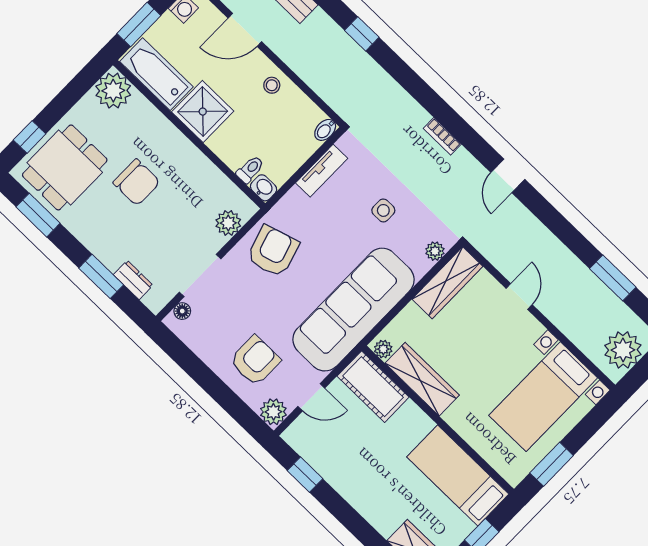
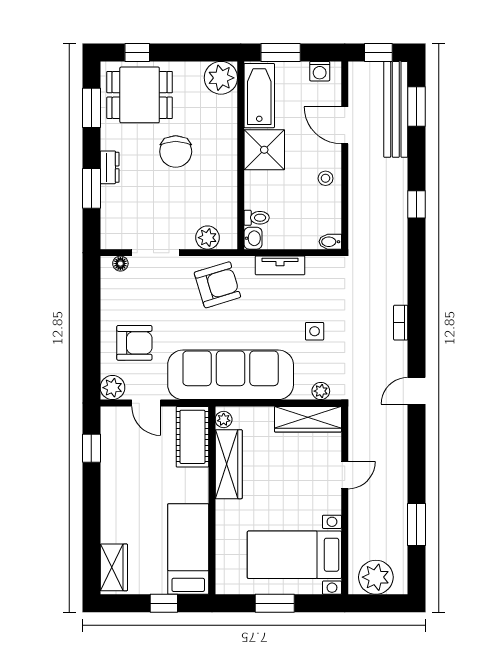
tv unit: (322, 171) -> (280, 265), moved
dresser: (133, 280) -> (110, 167), moved
window: (552, 464) -> (275, 603), moved

